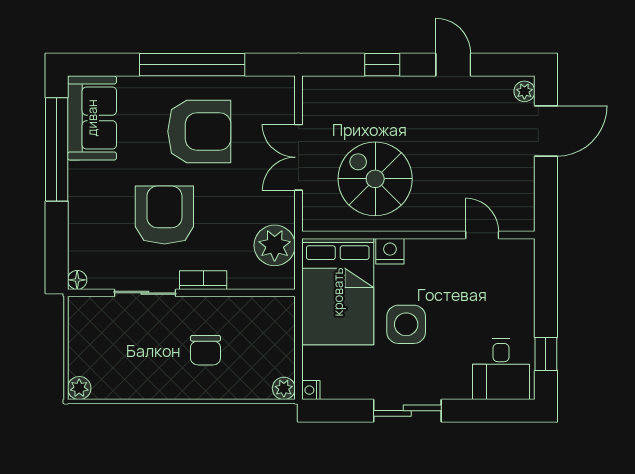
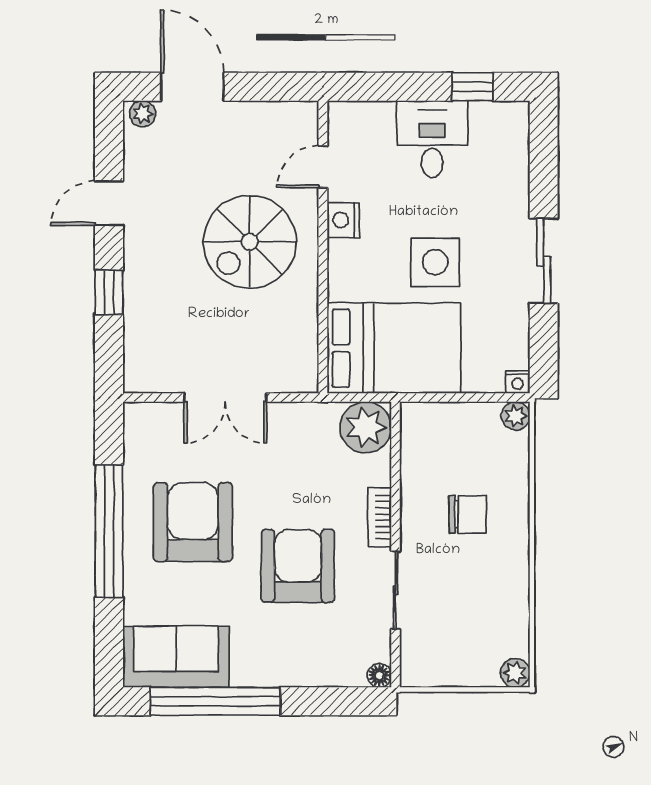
spiral stairs: (375, 179) -> (250, 242), moved
armchair: (164, 215) -> (298, 566), turned 90
plant: (275, 245) -> (366, 427), moved
nightstand: (390, 251) -> (343, 220), moved
desk: (501, 369) -> (432, 139), moved, turned -90

